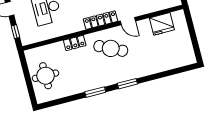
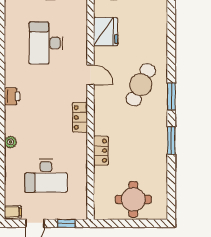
locker: (101, 20) -> (80, 117), width x0.66
door: (128, 21) -> (90, 75), hinge flipped
cafe table: (111, 48) -> (141, 85), moved

